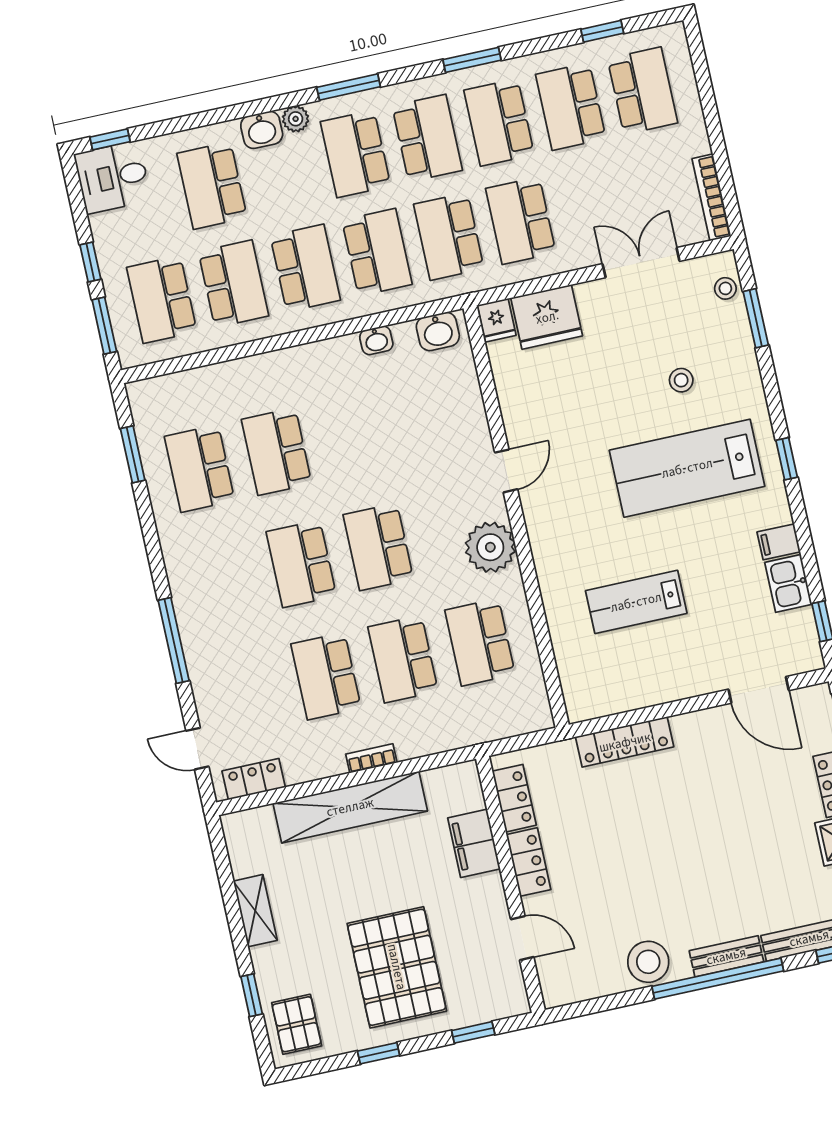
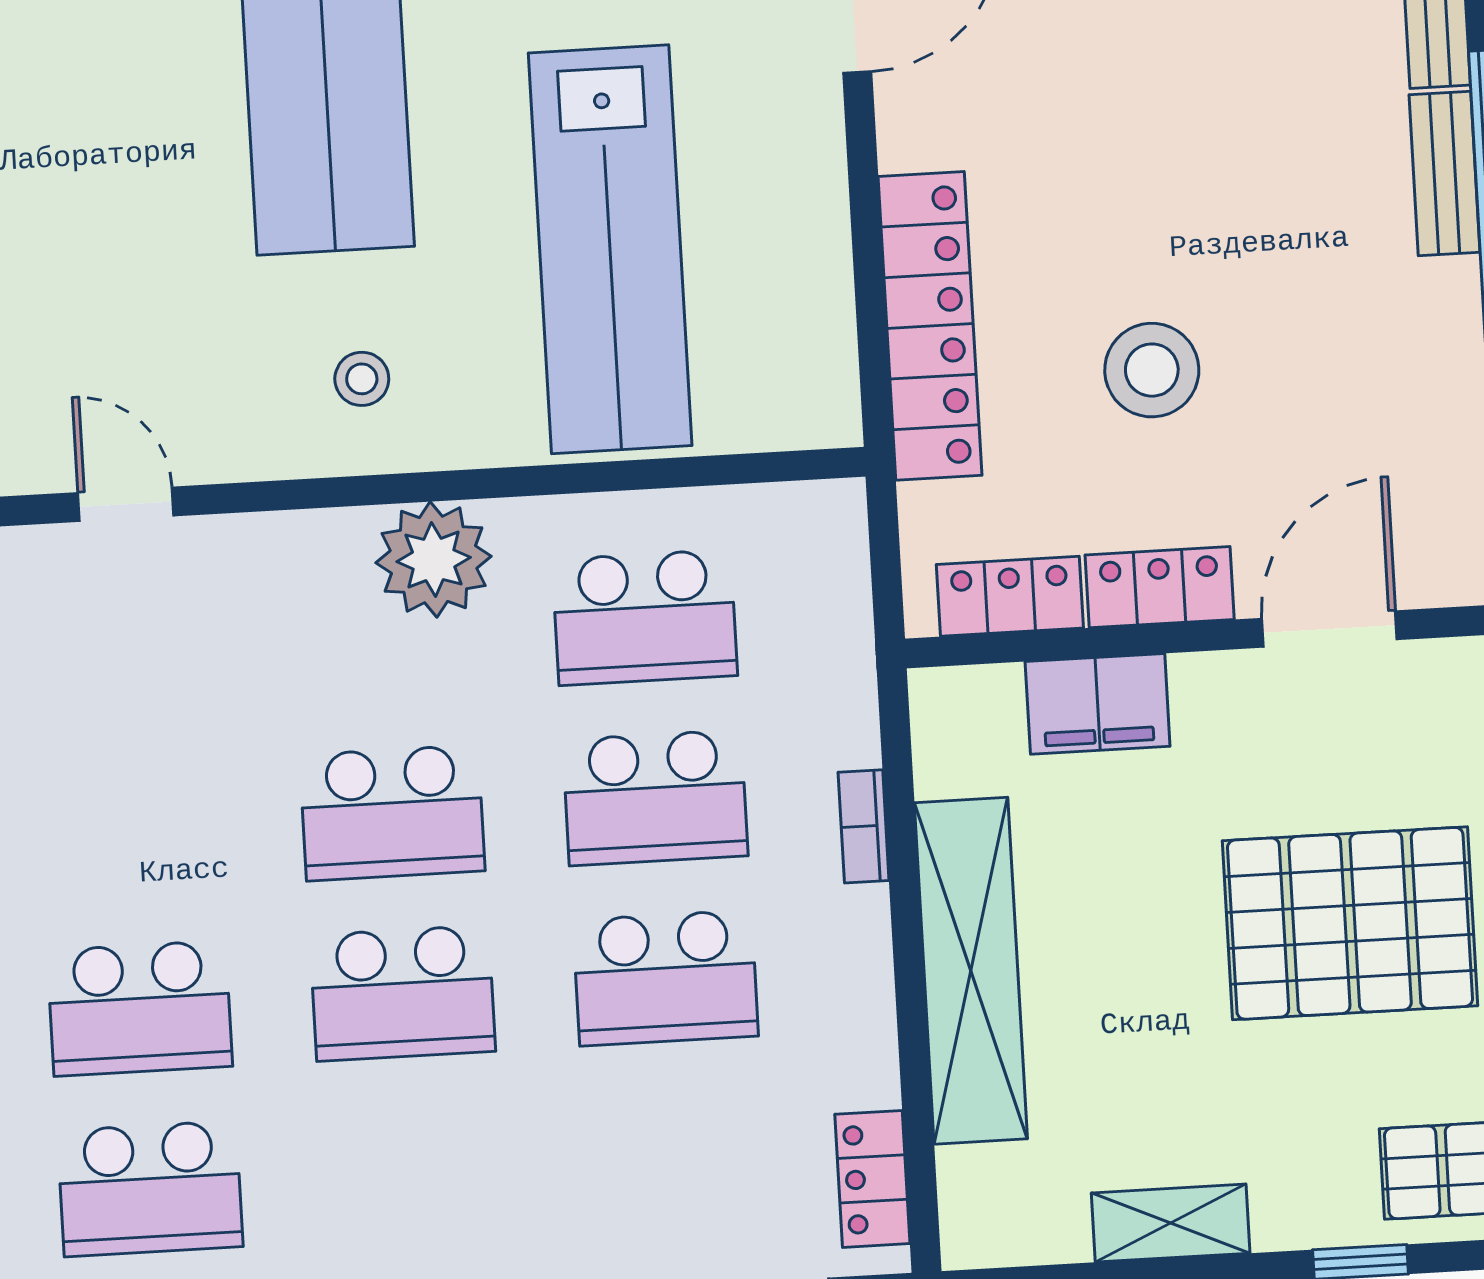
stool: (681, 380) -> (362, 379), moved
door: (506, 471) -> (126, 504), moved
lab bench: (636, 602) -> (610, 249), width x1.86, depth x1.39
locker: (625, 742) -> (930, 326), width x1.41, depth x1.21
bookcase: (371, 758) -> (864, 826), moved
door: (522, 938) -> (1329, 629), width x1.38
stool: (648, 962) -> (1152, 370), moved

